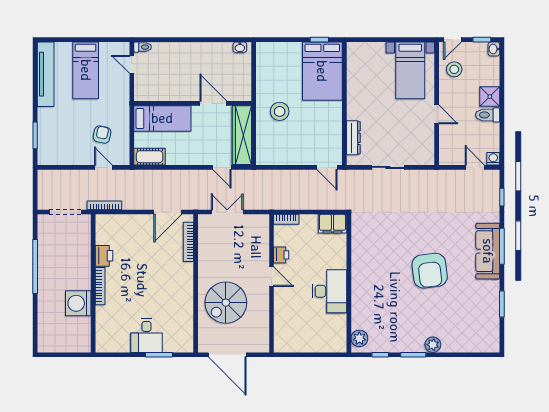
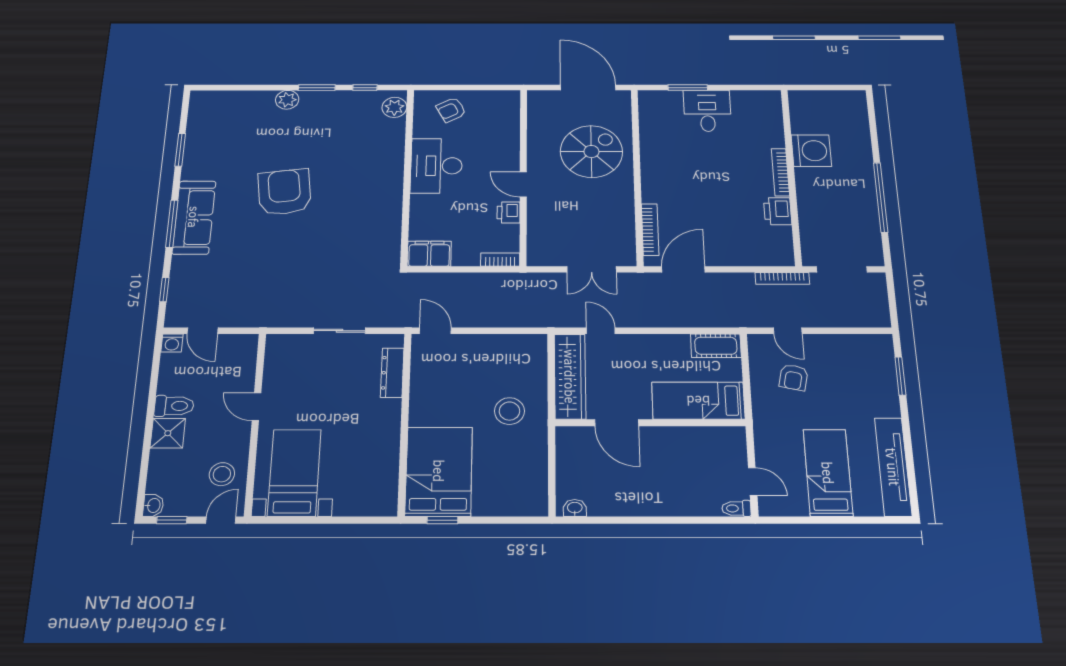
armchair: (321, 336) -> (451, 110), added

